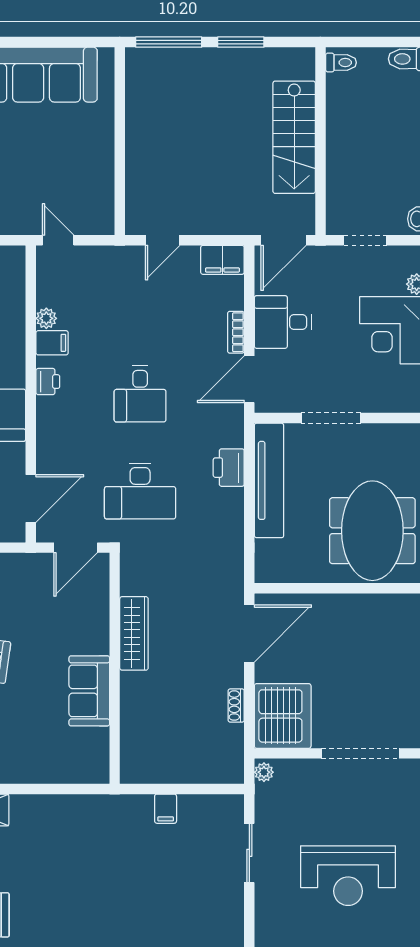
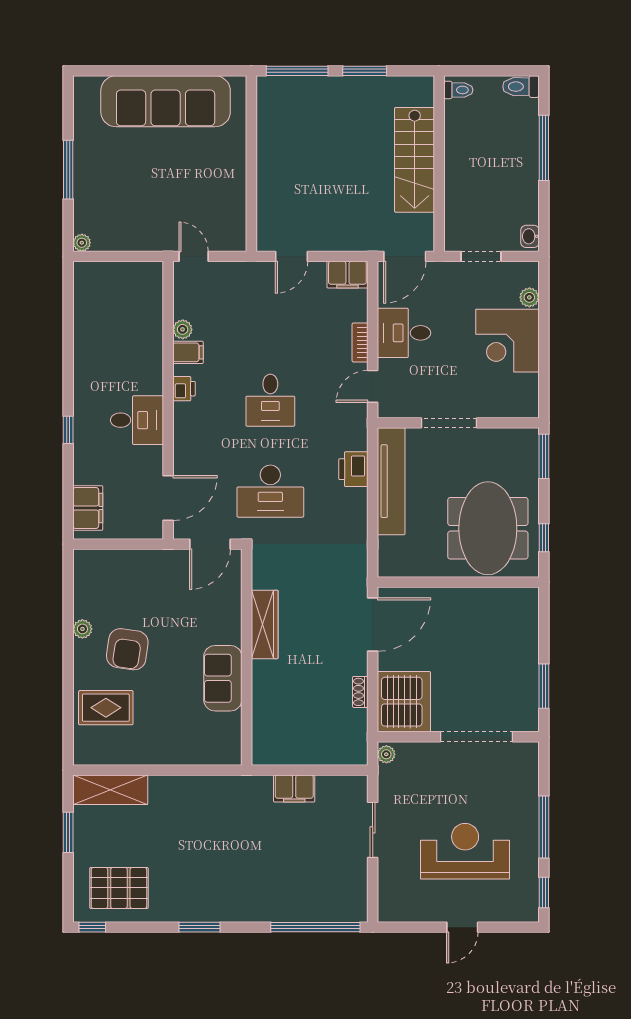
door: (249, 379) -> (373, 386), width x0.73
filing cabinet: (166, 809) -> (294, 788), width x2.00
reception desk: (348, 876) -> (465, 851), turned 180

